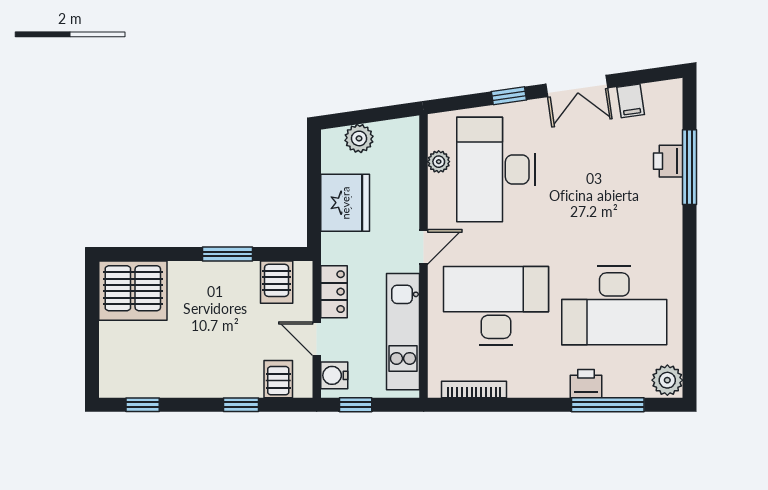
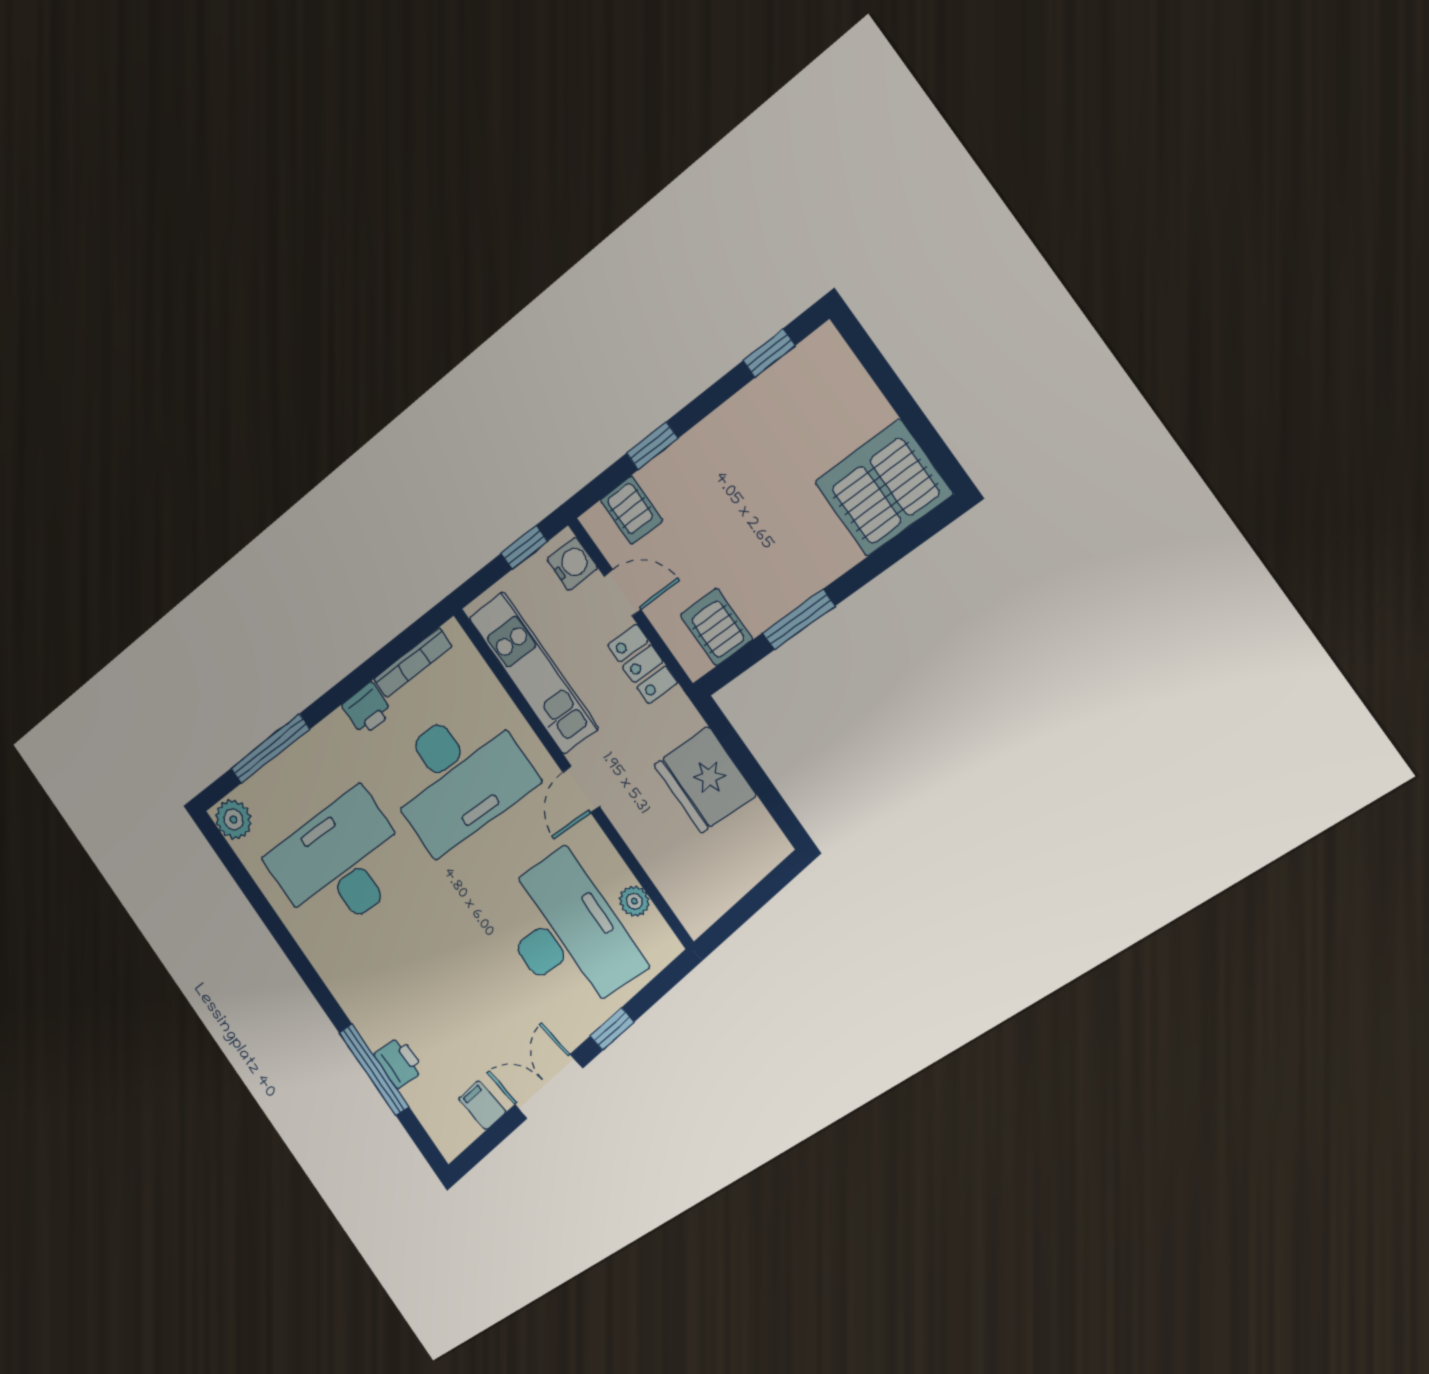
plant: (359, 138) -> (743, 868), removed
printer: (586, 384) -> (367, 709), moved

